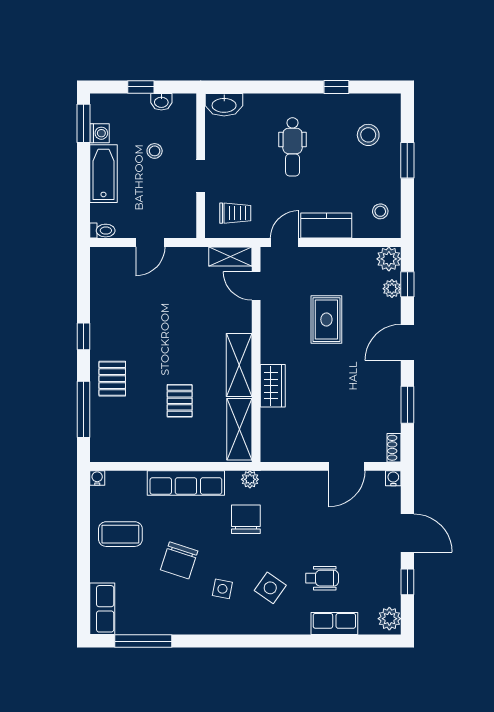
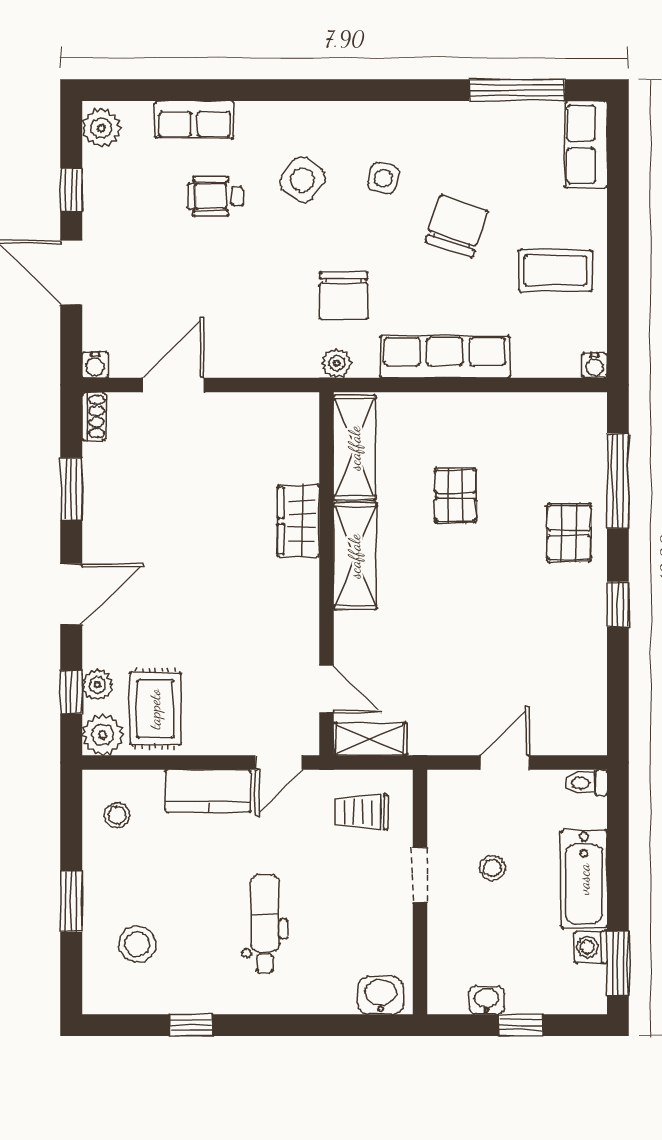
washbasin: (224, 105) -> (381, 995), width x0.72
stool: (155, 151) -> (492, 868), moved
rug: (326, 320) -> (155, 709), moved

